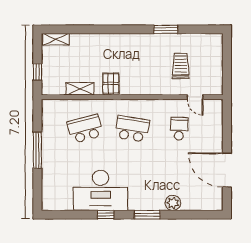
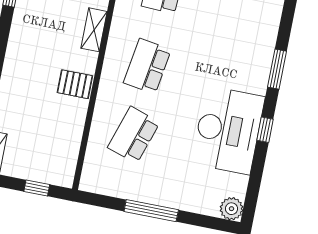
shelving: (80, 89) -> (94, 30), moved
school desk: (85, 129) -> (134, 135), turned 33
plant: (173, 203) -> (232, 209), moved

